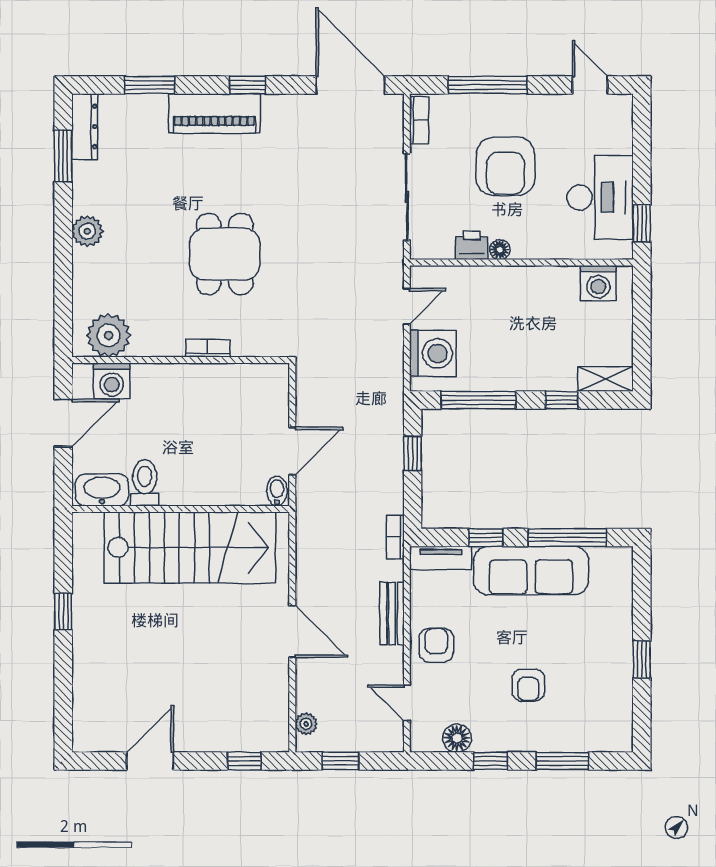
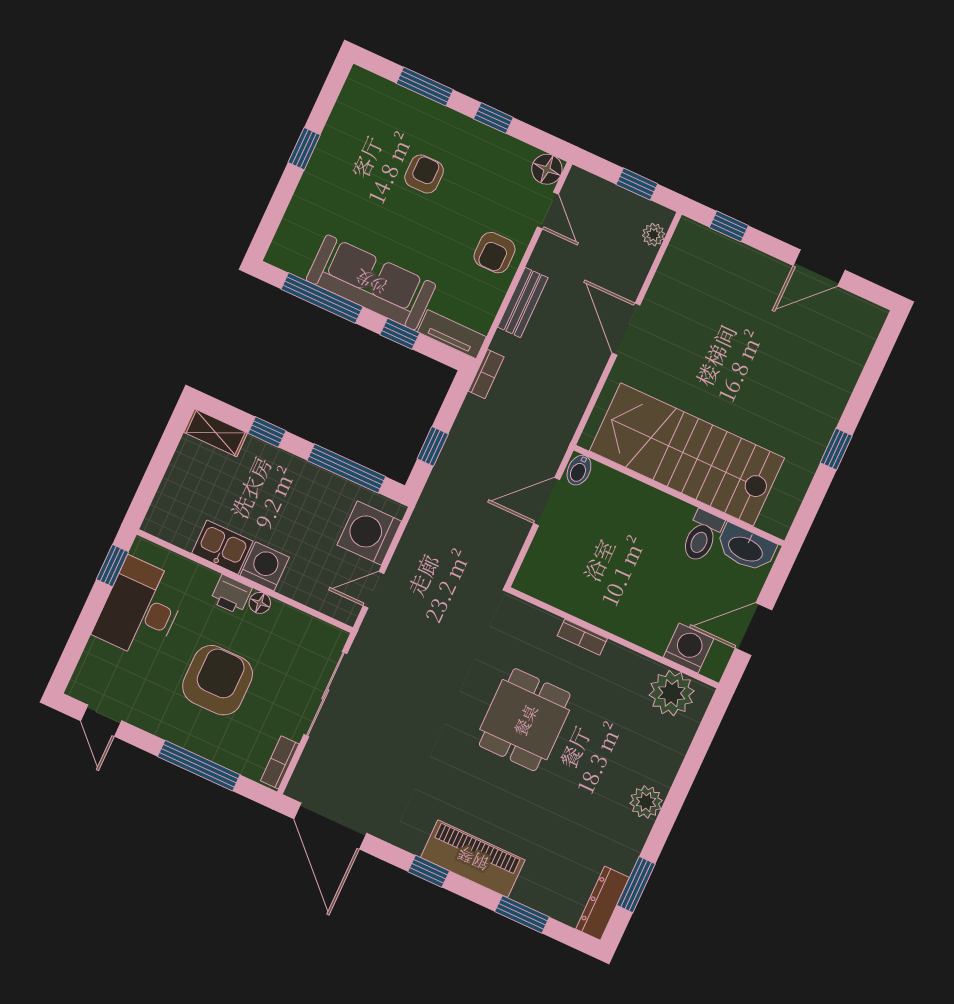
printer: (472, 245) -> (231, 595), moved
kitchen sink: (554, 283) -> (222, 547), added
washing machine: (598, 283) -> (265, 566), moved
floor lamp: (457, 738) -> (547, 169), moved

